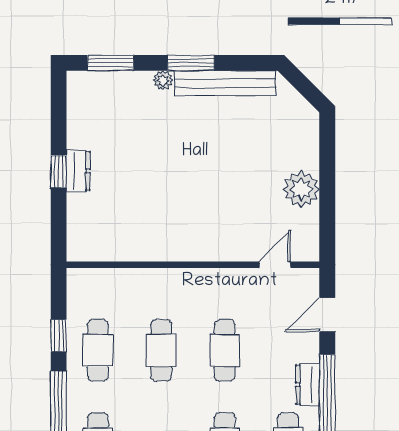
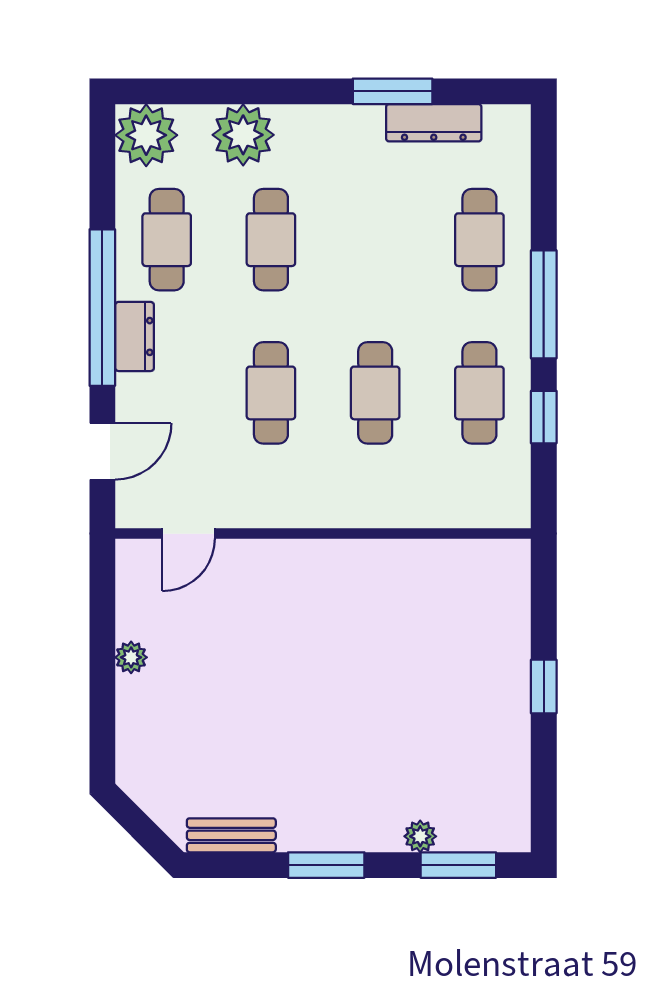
plant: (163, 80) -> (420, 836), moved
bench: (225, 83) -> (231, 835), width x0.54, depth x0.82
dresser: (78, 171) -> (511, 688), removed
plant: (301, 189) -> (131, 657), width x0.53, depth x0.53

